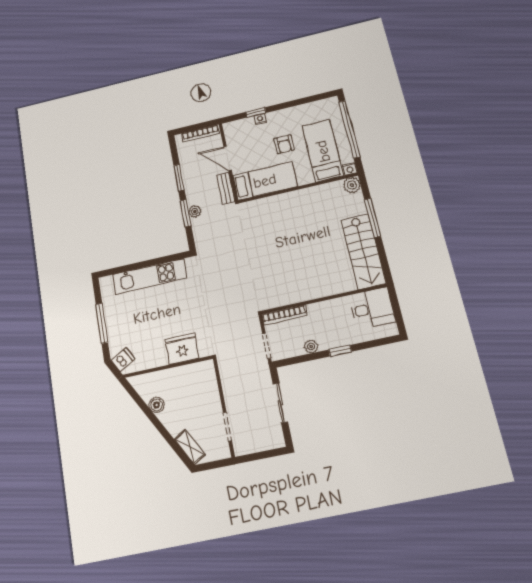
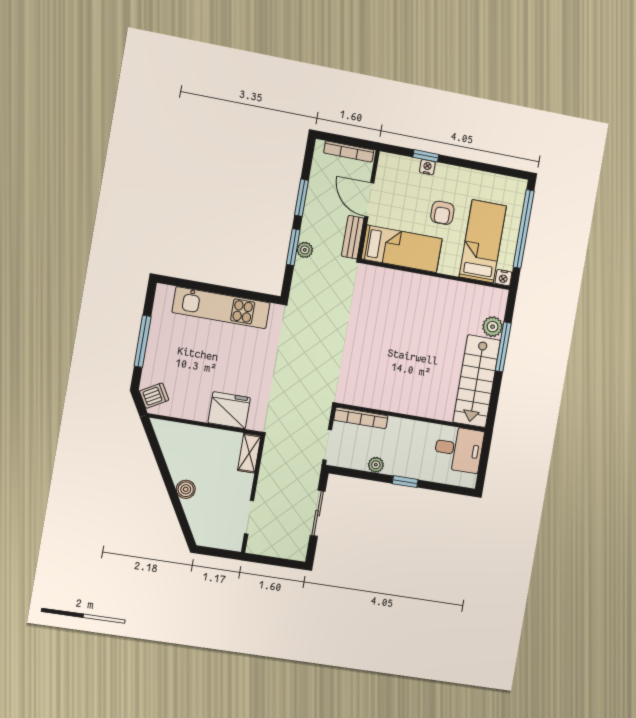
plant: (352, 185) -> (493, 327), moved
boiler: (157, 405) -> (186, 489), moved
shelving: (190, 447) -> (249, 453), moved, turned 30

